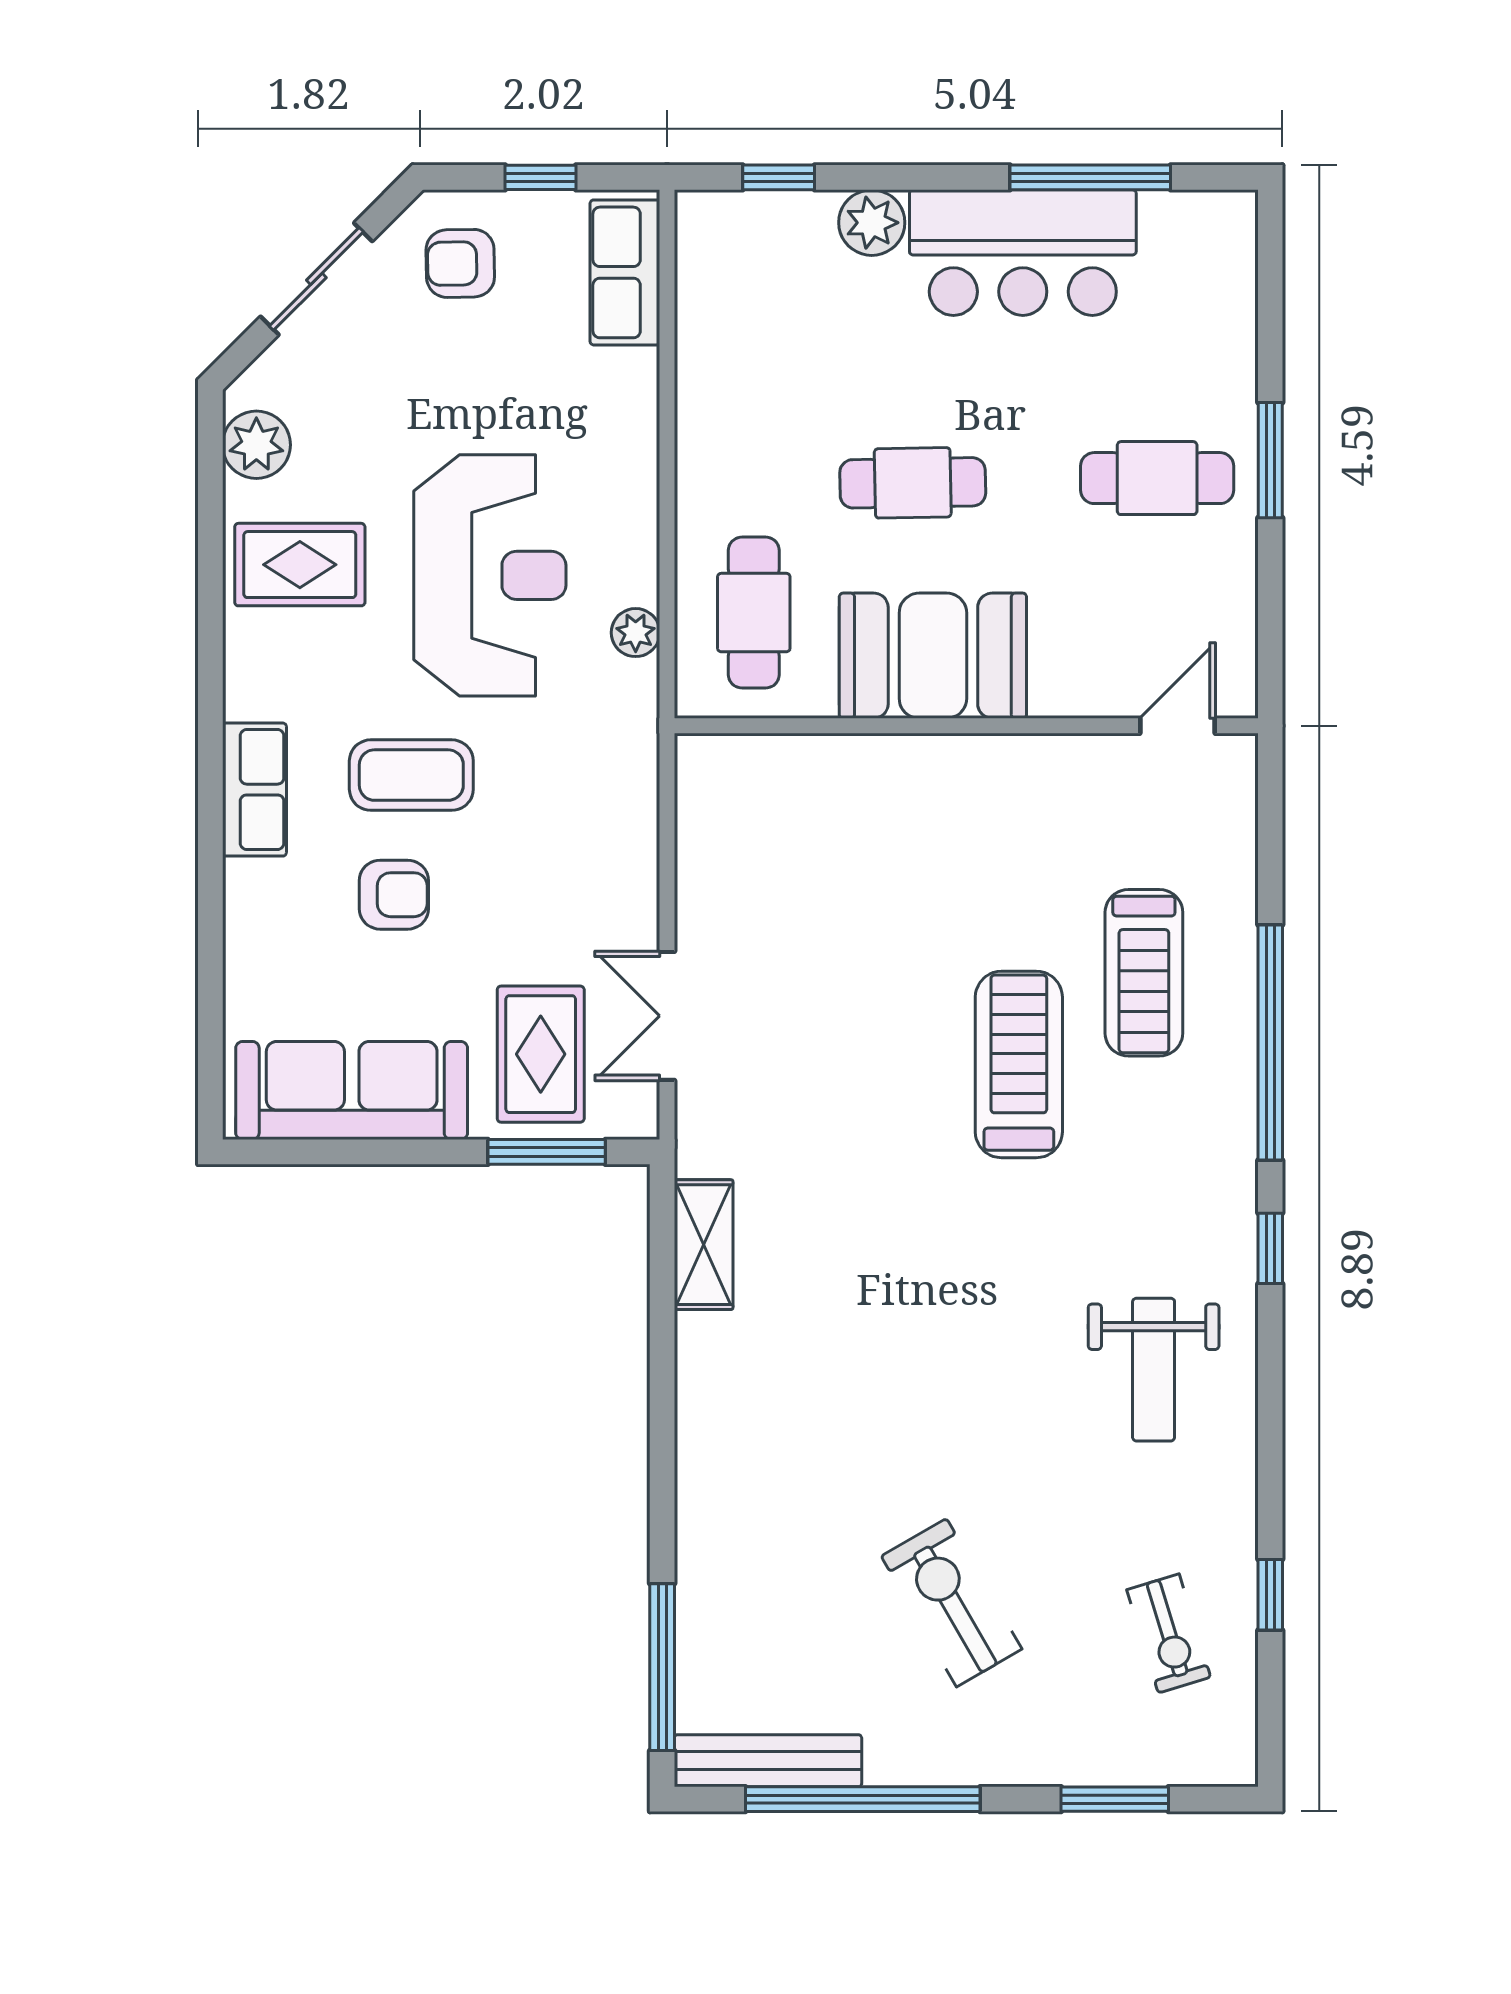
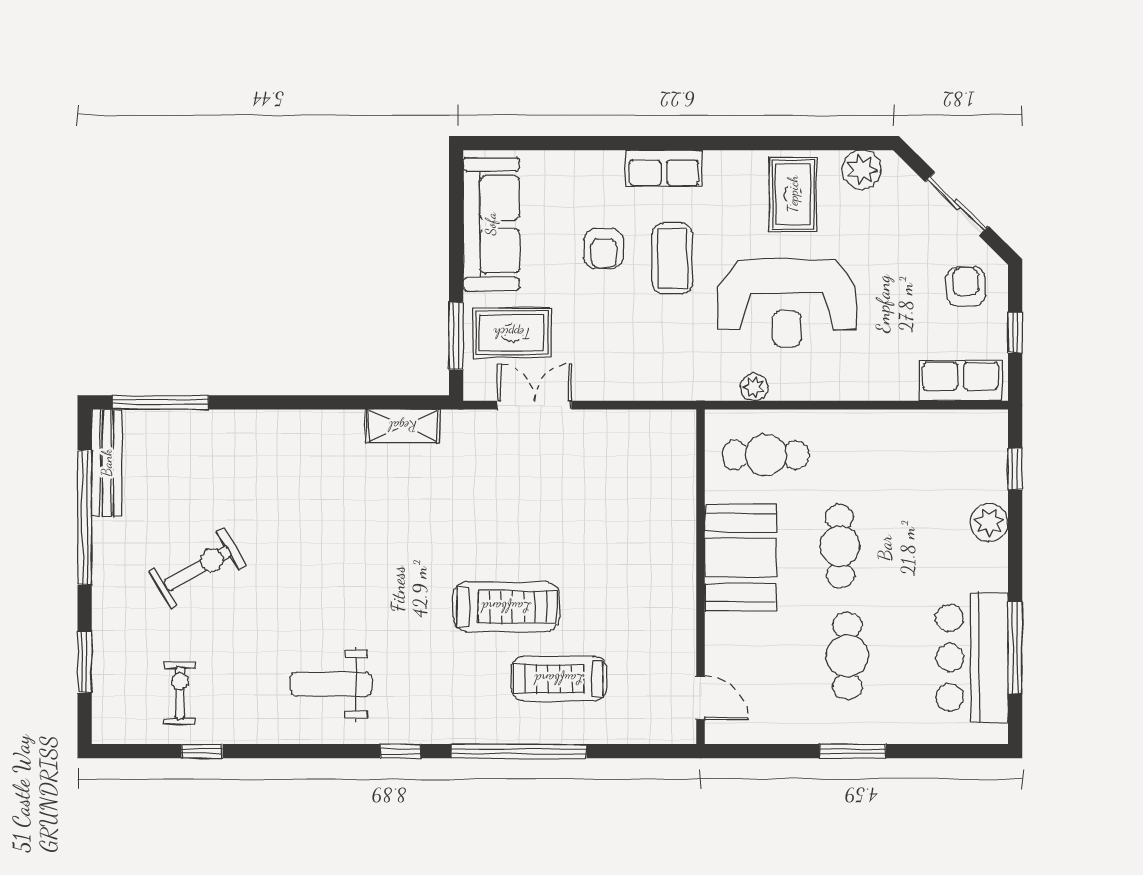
bar counter: (1023, 253) -> (972, 658), moved
cafe table: (1157, 478) -> (847, 656), moved
exercise bike: (1169, 1633) -> (180, 693), turned 107

